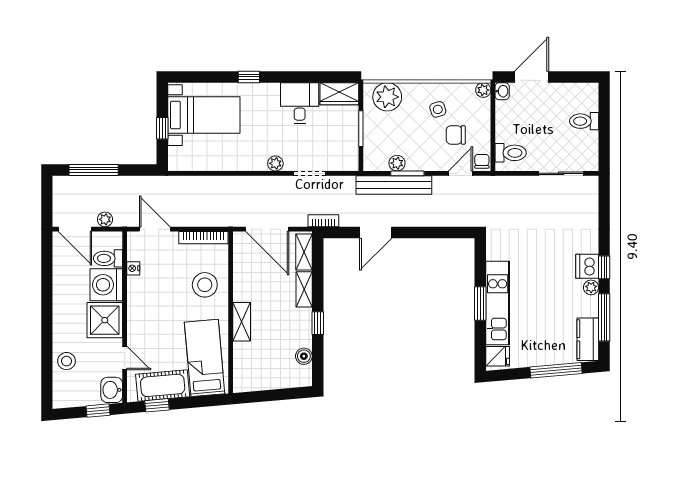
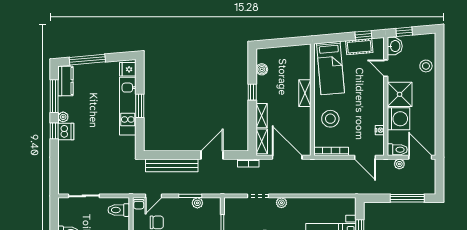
bench: (394, 185) -> (172, 165), moved
toilet: (108, 258) -> (397, 150), moved
cot: (163, 385) -> (359, 47), width x0.73, depth x0.75

